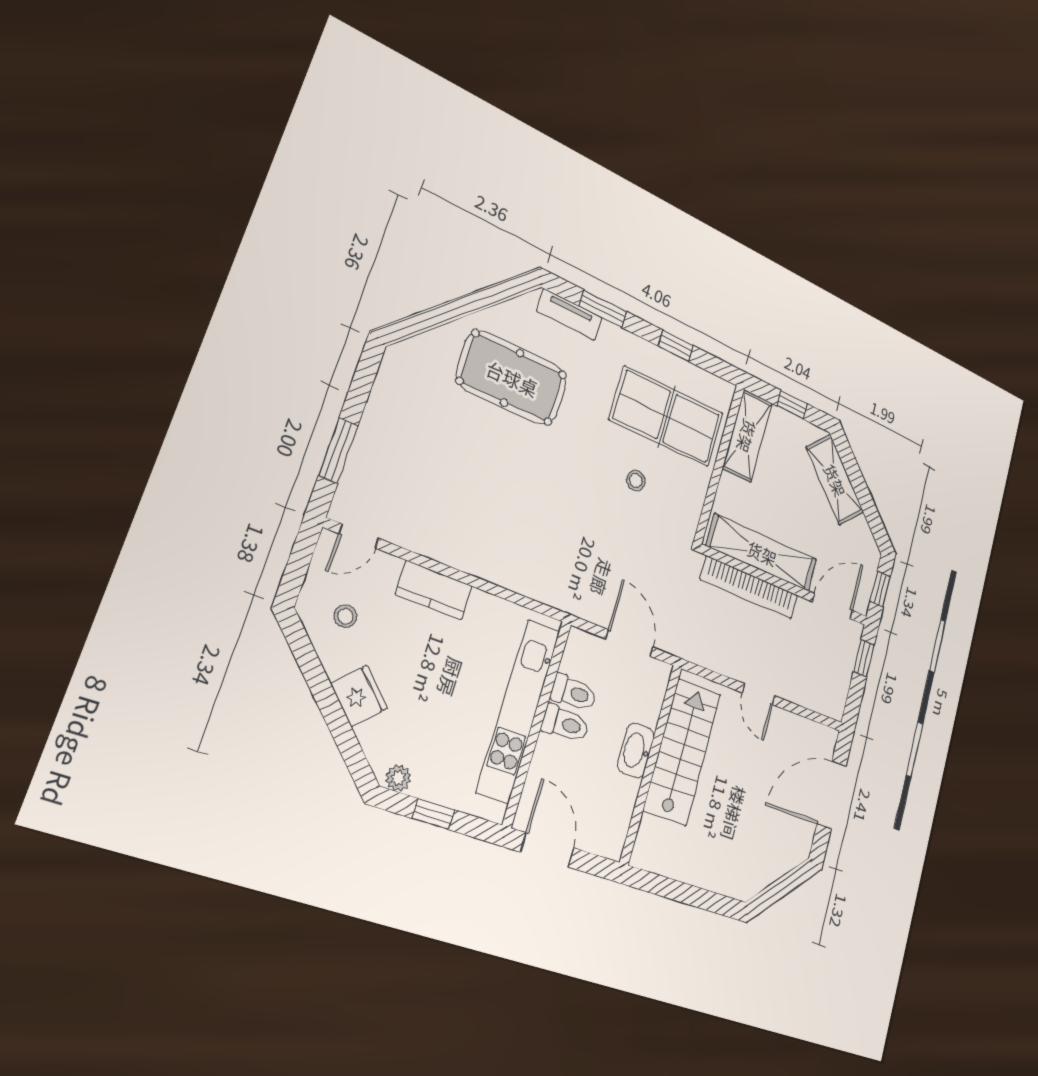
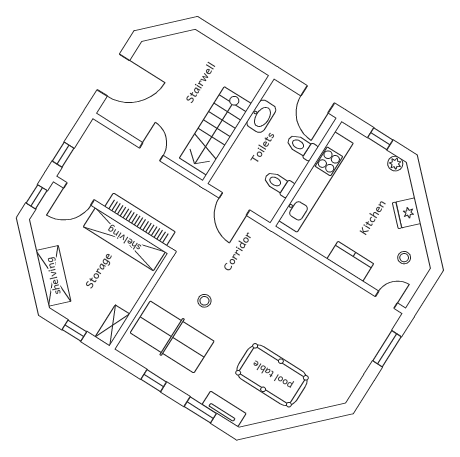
shelving: (747, 436) -> (112, 325), width x0.67, depth x0.75
toilet: (565, 724) -> (302, 147), moved
washbasin: (636, 751) -> (261, 116), moved

